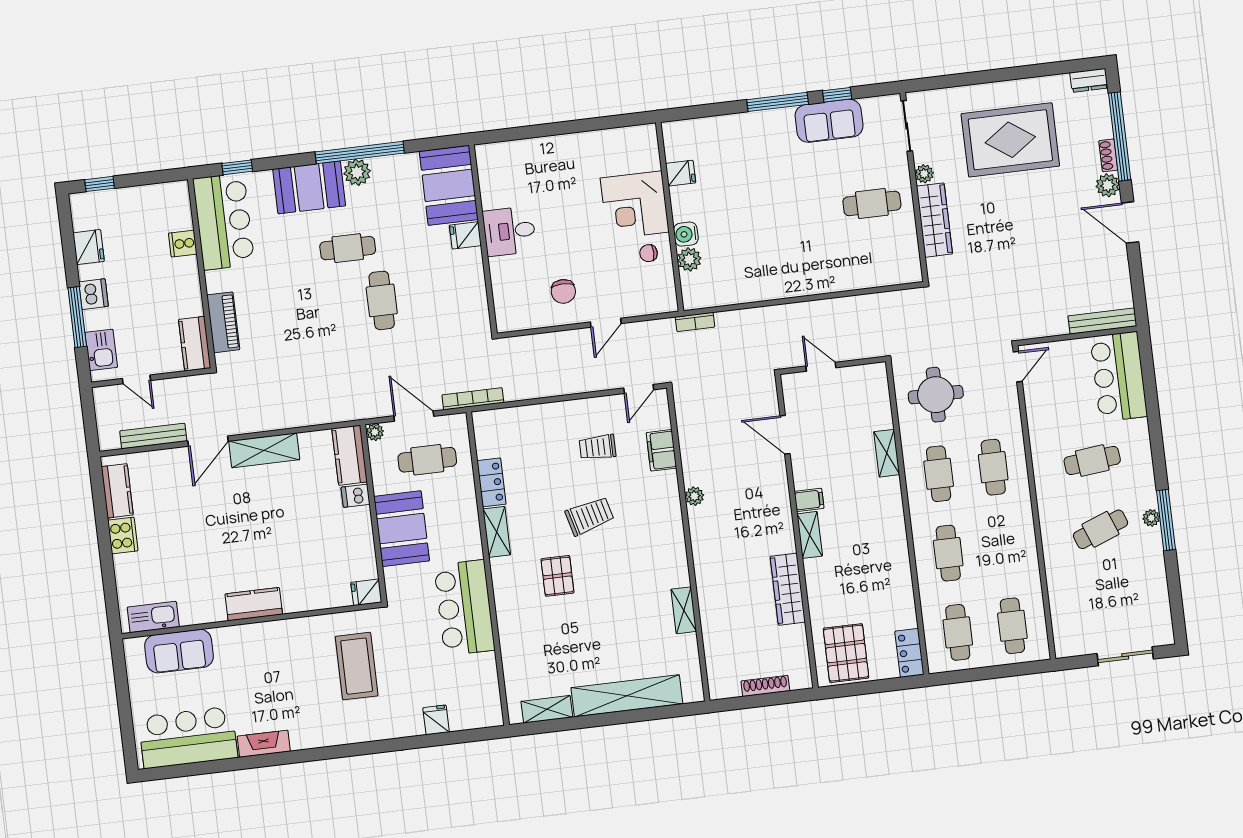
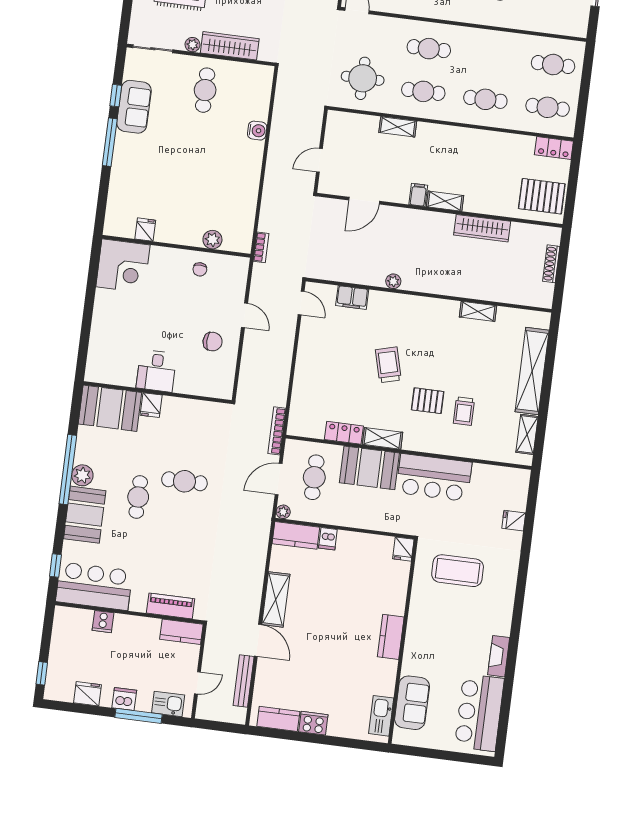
corner desk: (635, 205) -> (123, 266), moved
water cooler: (686, 234) -> (257, 131), moved, turned -90
trolley: (598, 447) -> (464, 411), moved
booth: (402, 529) -> (369, 468), moved

